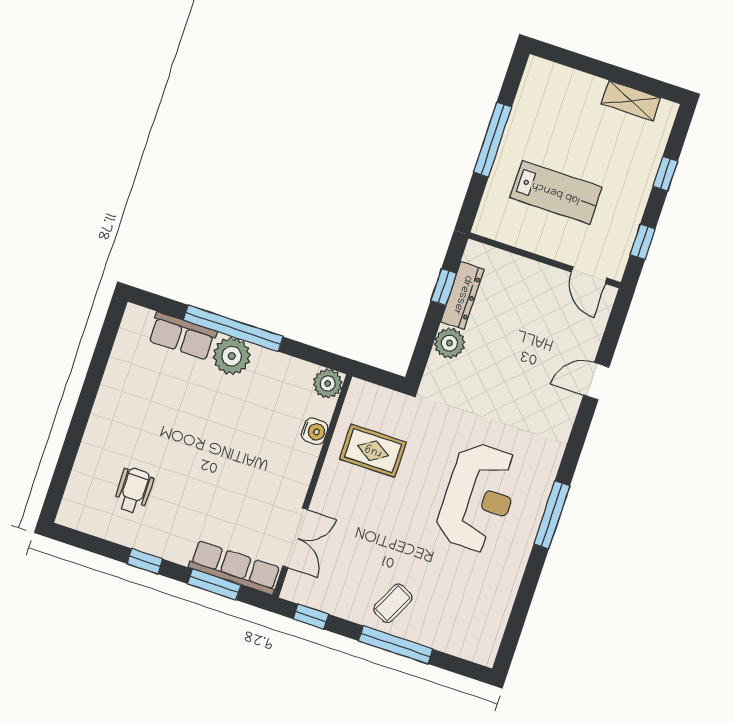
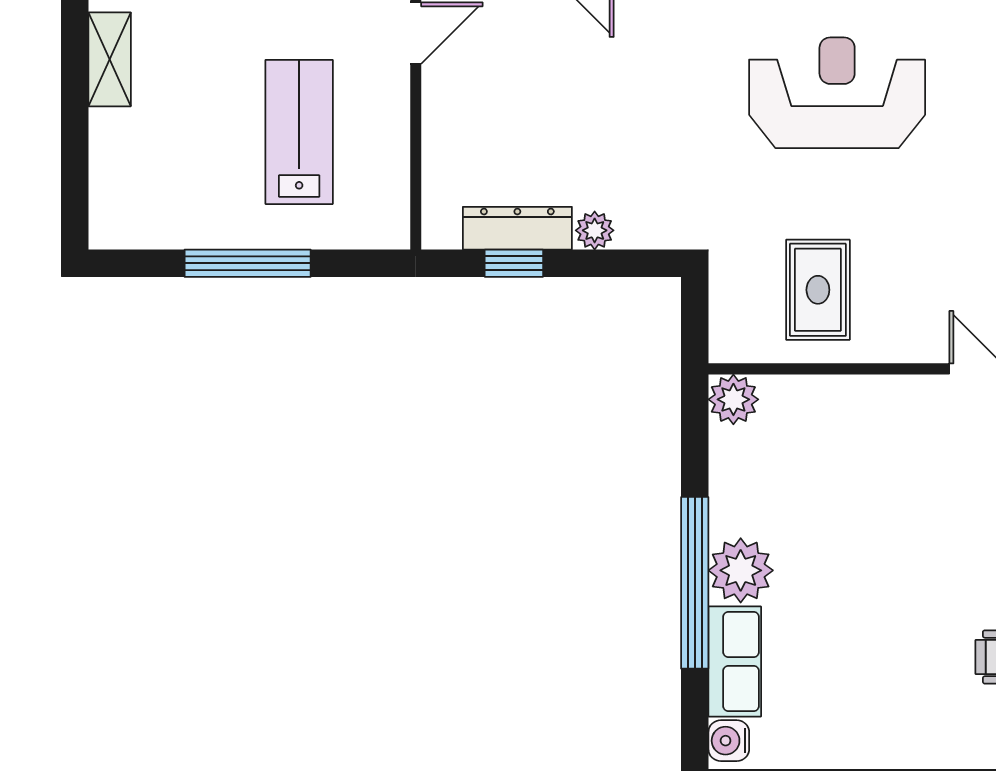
plant: (450, 343) -> (595, 230), width x0.73, depth x0.73
water cooler: (315, 431) -> (729, 741), moved, turned -90

